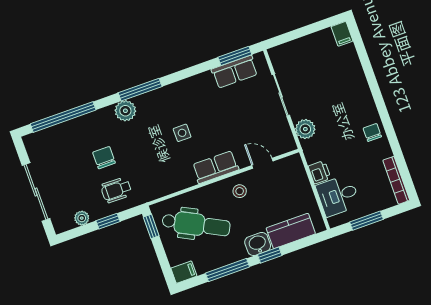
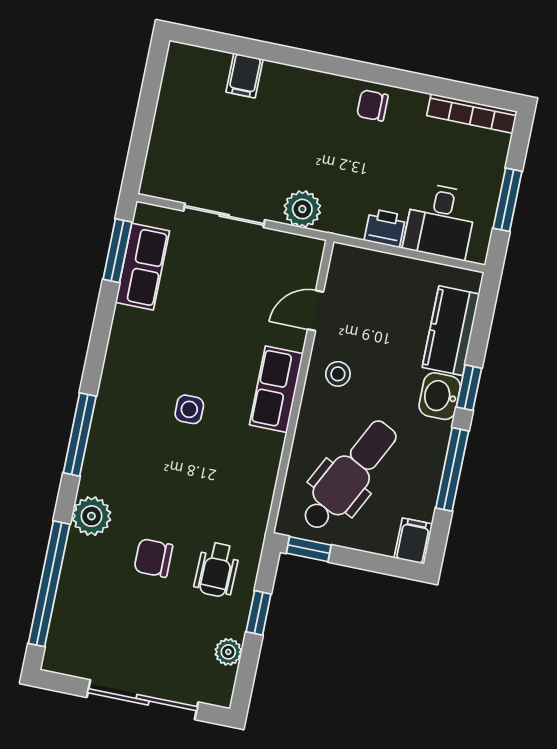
filing cabinet: (342, 34) -> (245, 76), moved, turned 90
plant: (125, 111) -> (91, 516), moved

